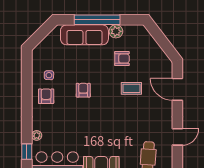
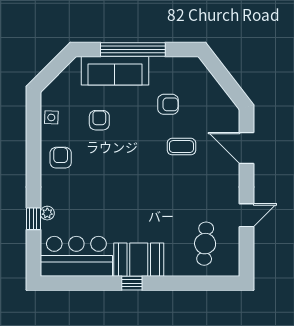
plant: (116, 31) -> (159, 66), removed
side table: (49, 75) -> (51, 117), moved
armchair: (83, 90) -> (99, 120), moved
window: (27, 152) -> (33, 219), moved

